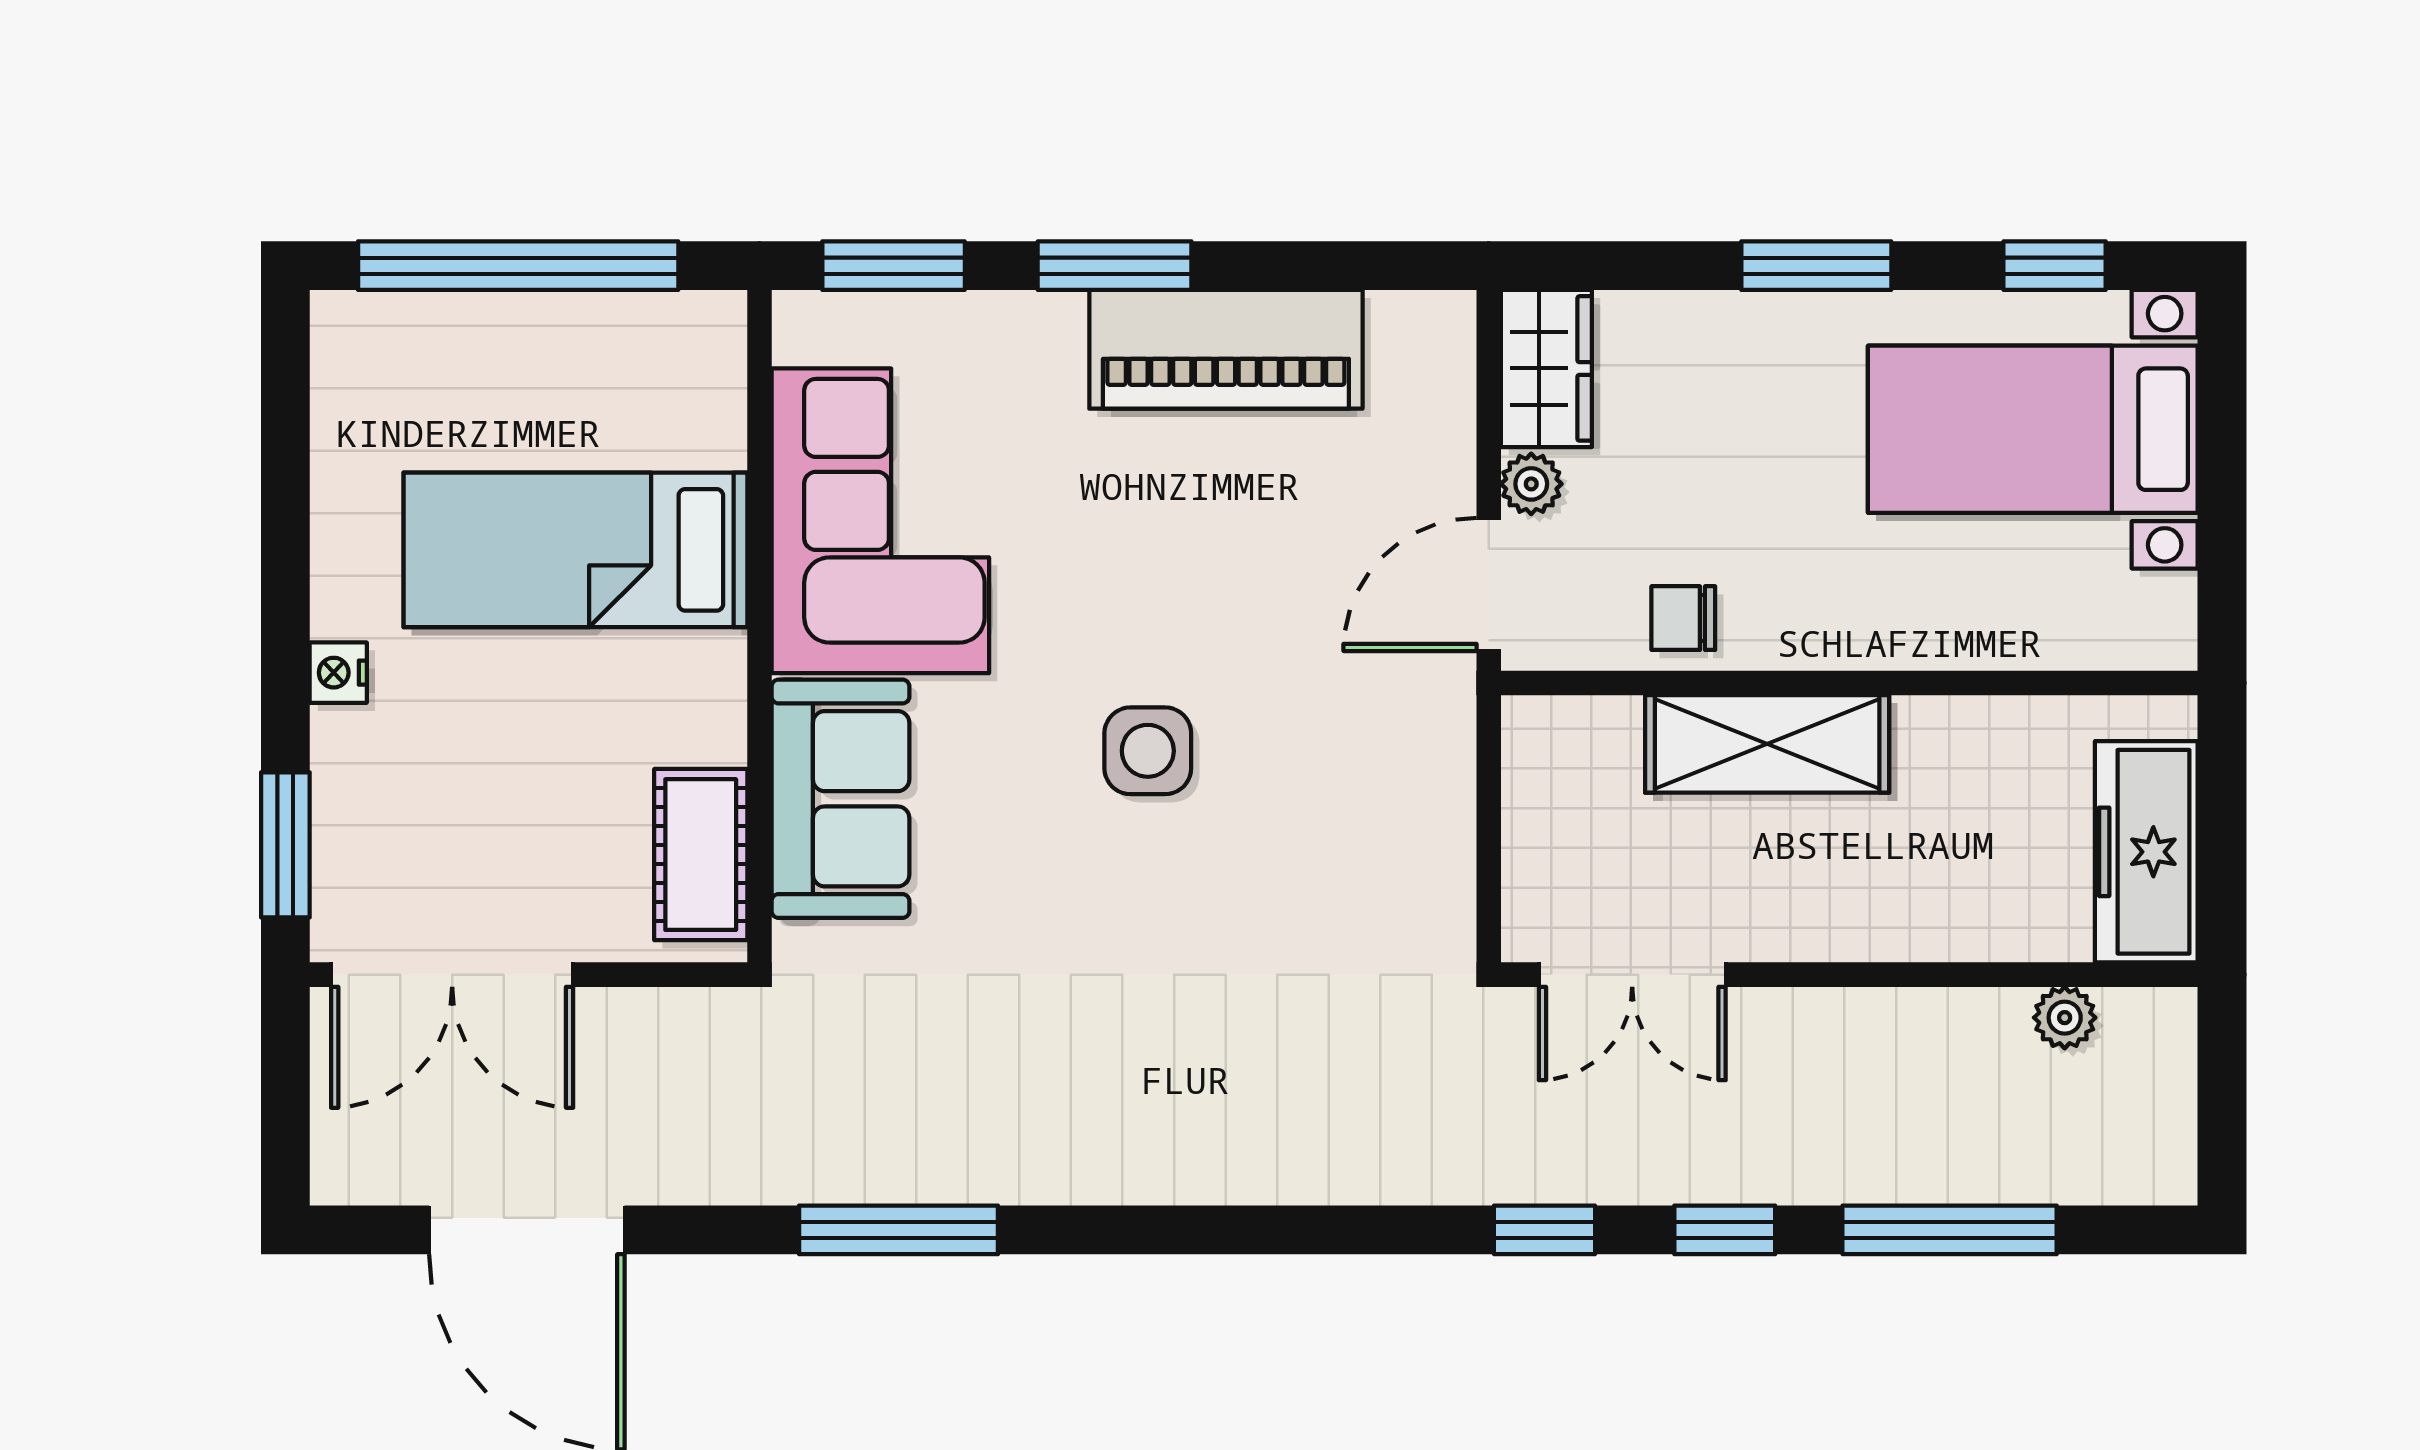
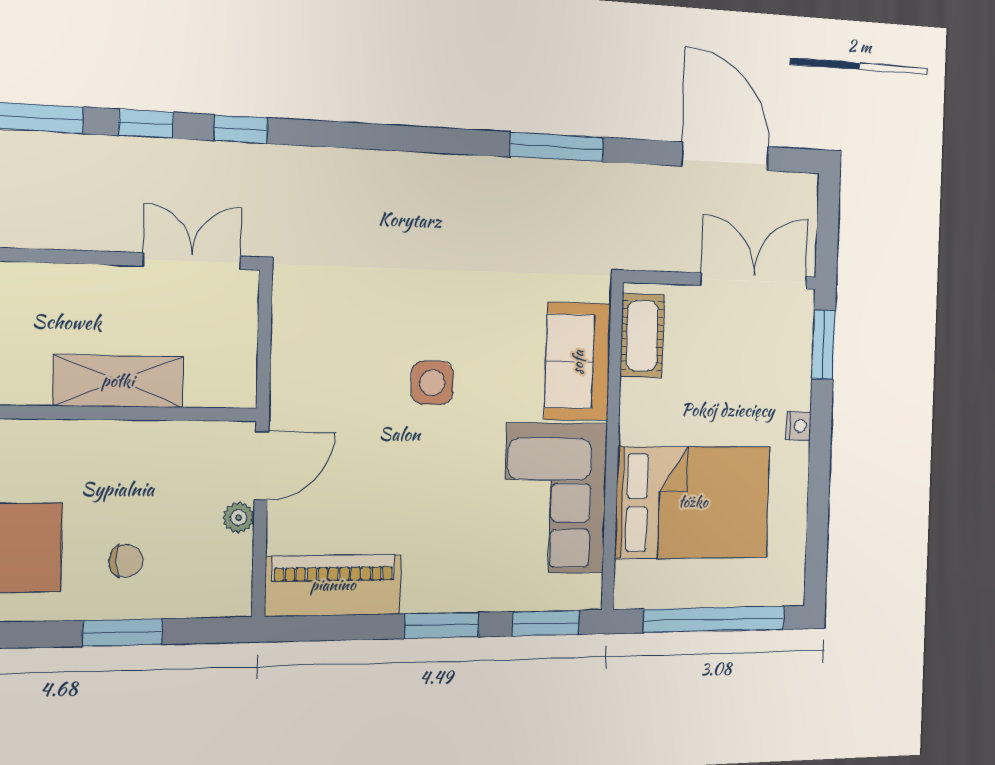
window: (1816, 266) -> (123, 632), moved
piano: (1226, 349) -> (333, 585), moved
wardrobe: (1546, 368) -> (230, 577), removed
bed: (575, 550) -> (693, 502), width x1.50
chair: (1683, 618) -> (126, 561), moved

